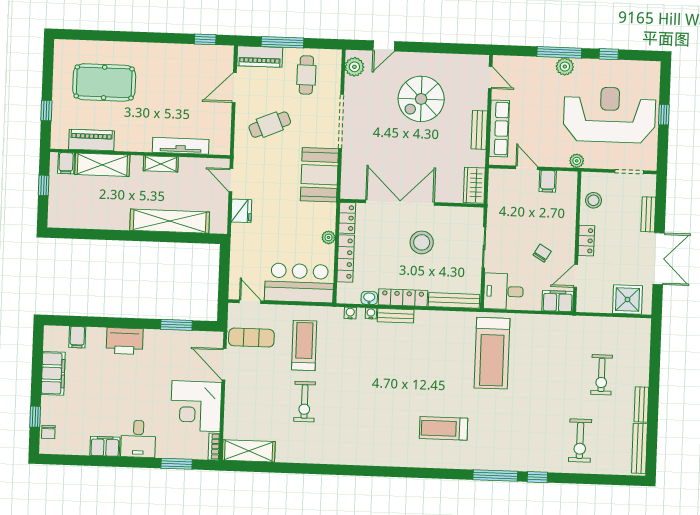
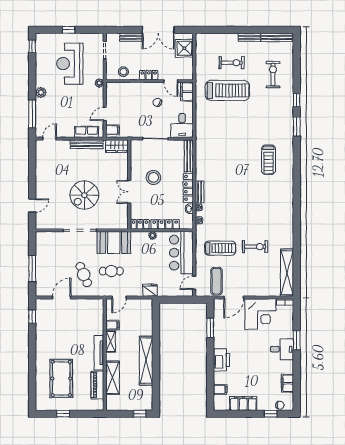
door: (384, 46) -> (32, 206), hinge flipped
window: (559, 52) -> (32, 114), moved
window: (609, 54) -> (32, 46), moved
piano: (260, 57) -> (42, 282), removed
plant: (354, 67) -> (46, 223), removed
cafe table: (306, 75) -> (111, 271), moved
door: (234, 88) -> (62, 297), swing flipped
spiral stairs: (421, 99) -> (84, 195), moved, turned 90
window: (46, 111) -> (63, 414), moved
reception desk: (610, 115) -> (70, 64), width x0.74, depth x0.77
row of seats: (499, 128) -> (87, 132), width x0.68
bench: (479, 130) -> (87, 144), width x1.36
tv unit: (181, 146) -> (99, 353), moved
filing cabinet: (66, 163) -> (112, 325), moved
filing cabinet: (548, 181) -> (113, 130), moved
window: (44, 185) -> (140, 414), moved
double door: (400, 203) -> (129, 192), width x0.54
fridge: (241, 211) -> (150, 290), moved
shelving: (170, 221) -> (146, 361), moved
double door: (659, 259) -> (158, 30), swing flipped
treadmill: (304, 345) -> (220, 248), turned 180
treadmill: (492, 353) -> (227, 90), moved
exercise bike: (580, 441) -> (273, 75), turned -90
filing cabinet: (105, 446) -> (287, 383), moved
shelving: (249, 451) -> (287, 273), width x1.47
window: (177, 464) -> (297, 340), moved
window: (495, 475) -> (297, 126), width x0.69

